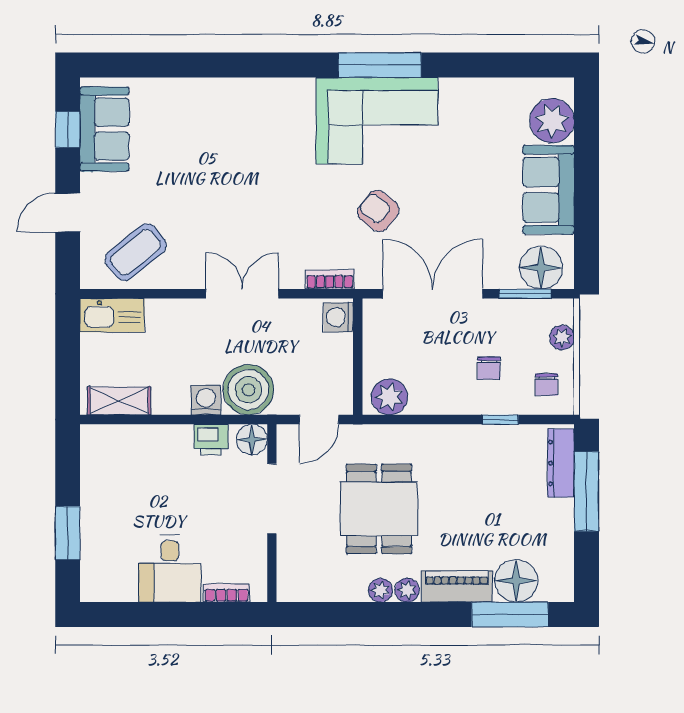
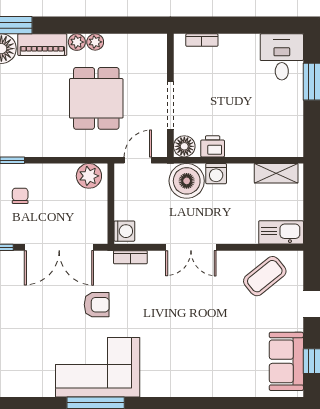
armchair: (378, 211) -> (97, 305), turned -38
desk: (170, 569) -> (282, 57), moved

